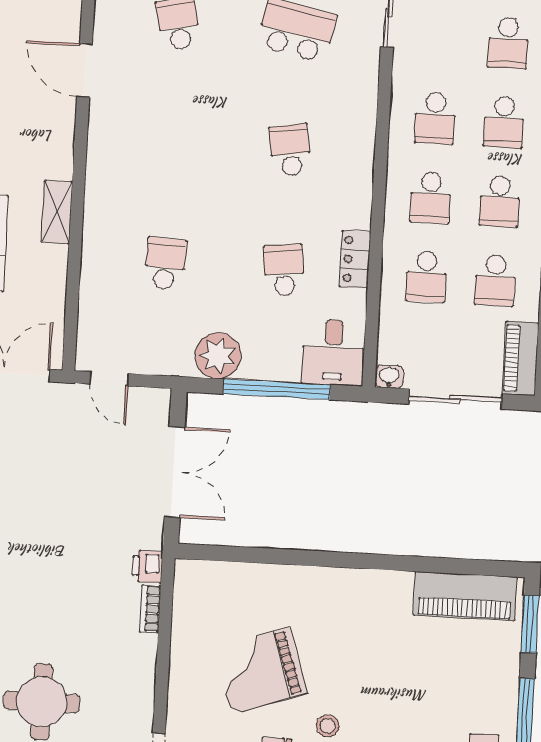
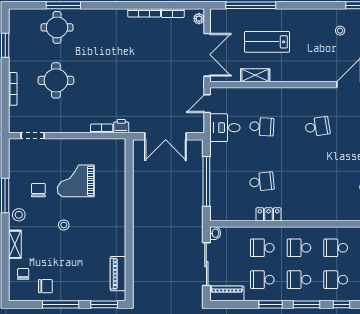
school desk: (290, 150) -> (317, 127), moved
shelving: (57, 212) -> (255, 75), moved
desk: (333, 352) -> (225, 128), moved
plant: (218, 356) -> (220, 153), removed
piano: (465, 596) -> (118, 274), width x0.73, depth x0.75
grand piano: (260, 671) -> (76, 181), turned -71
stool: (328, 726) -> (64, 225), moved

